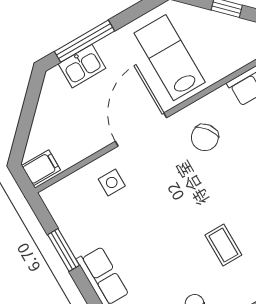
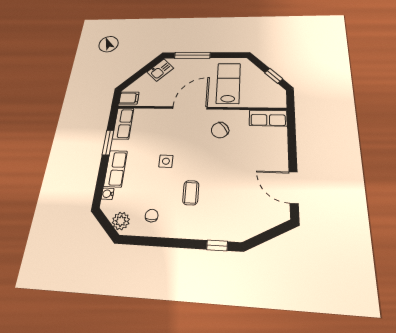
kitchen sink: (82, 66) -> (160, 70), moved, turned -45
side table: (112, 182) -> (166, 161), moved
row of seats: (63, 210) -> (123, 123), added

